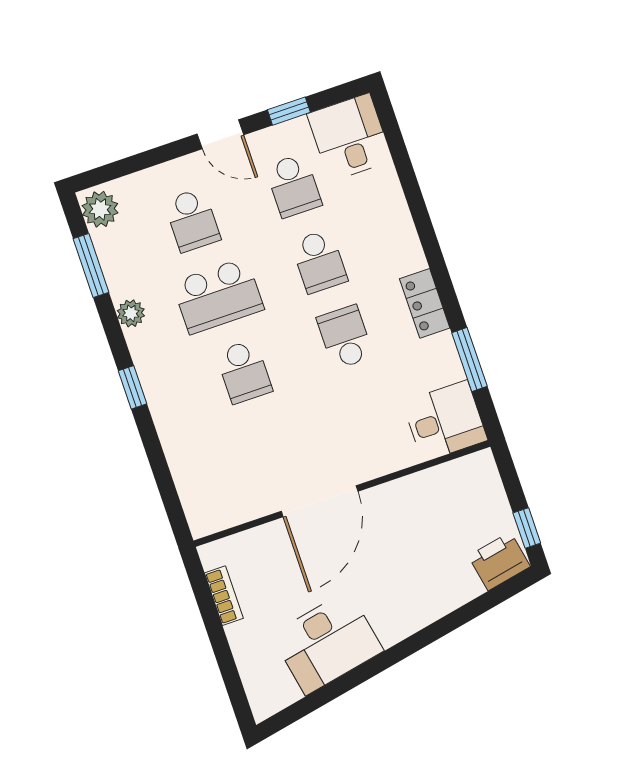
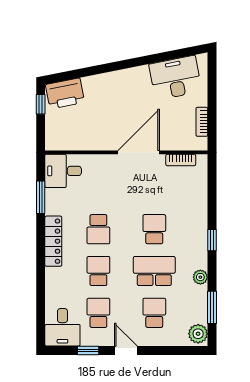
locker: (425, 303) -> (53, 241), width x1.53
bookcase: (239, 513) -> (181, 160), added
printer: (499, 561) -> (65, 93), width x1.37, depth x1.19
desk: (327, 643) -> (175, 78), moved

